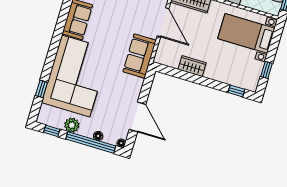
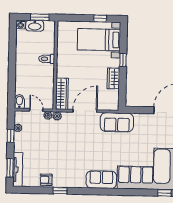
bed with nightstands: (246, 33) -> (99, 40), moved, turned 90
window: (236, 91) -> (123, 60), moved

